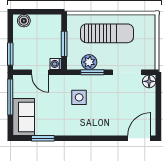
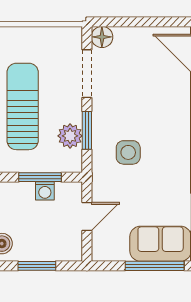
window: (10, 54) -> (37, 266), moved
washing machine: (56, 64) -> (45, 191), moved
window: (10, 97) -> (155, 266), moved

